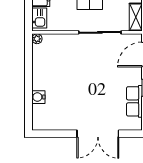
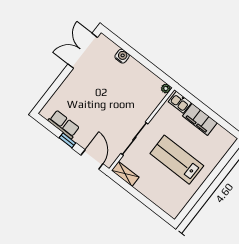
double door: (98, 134) -> (83, 51), moved

